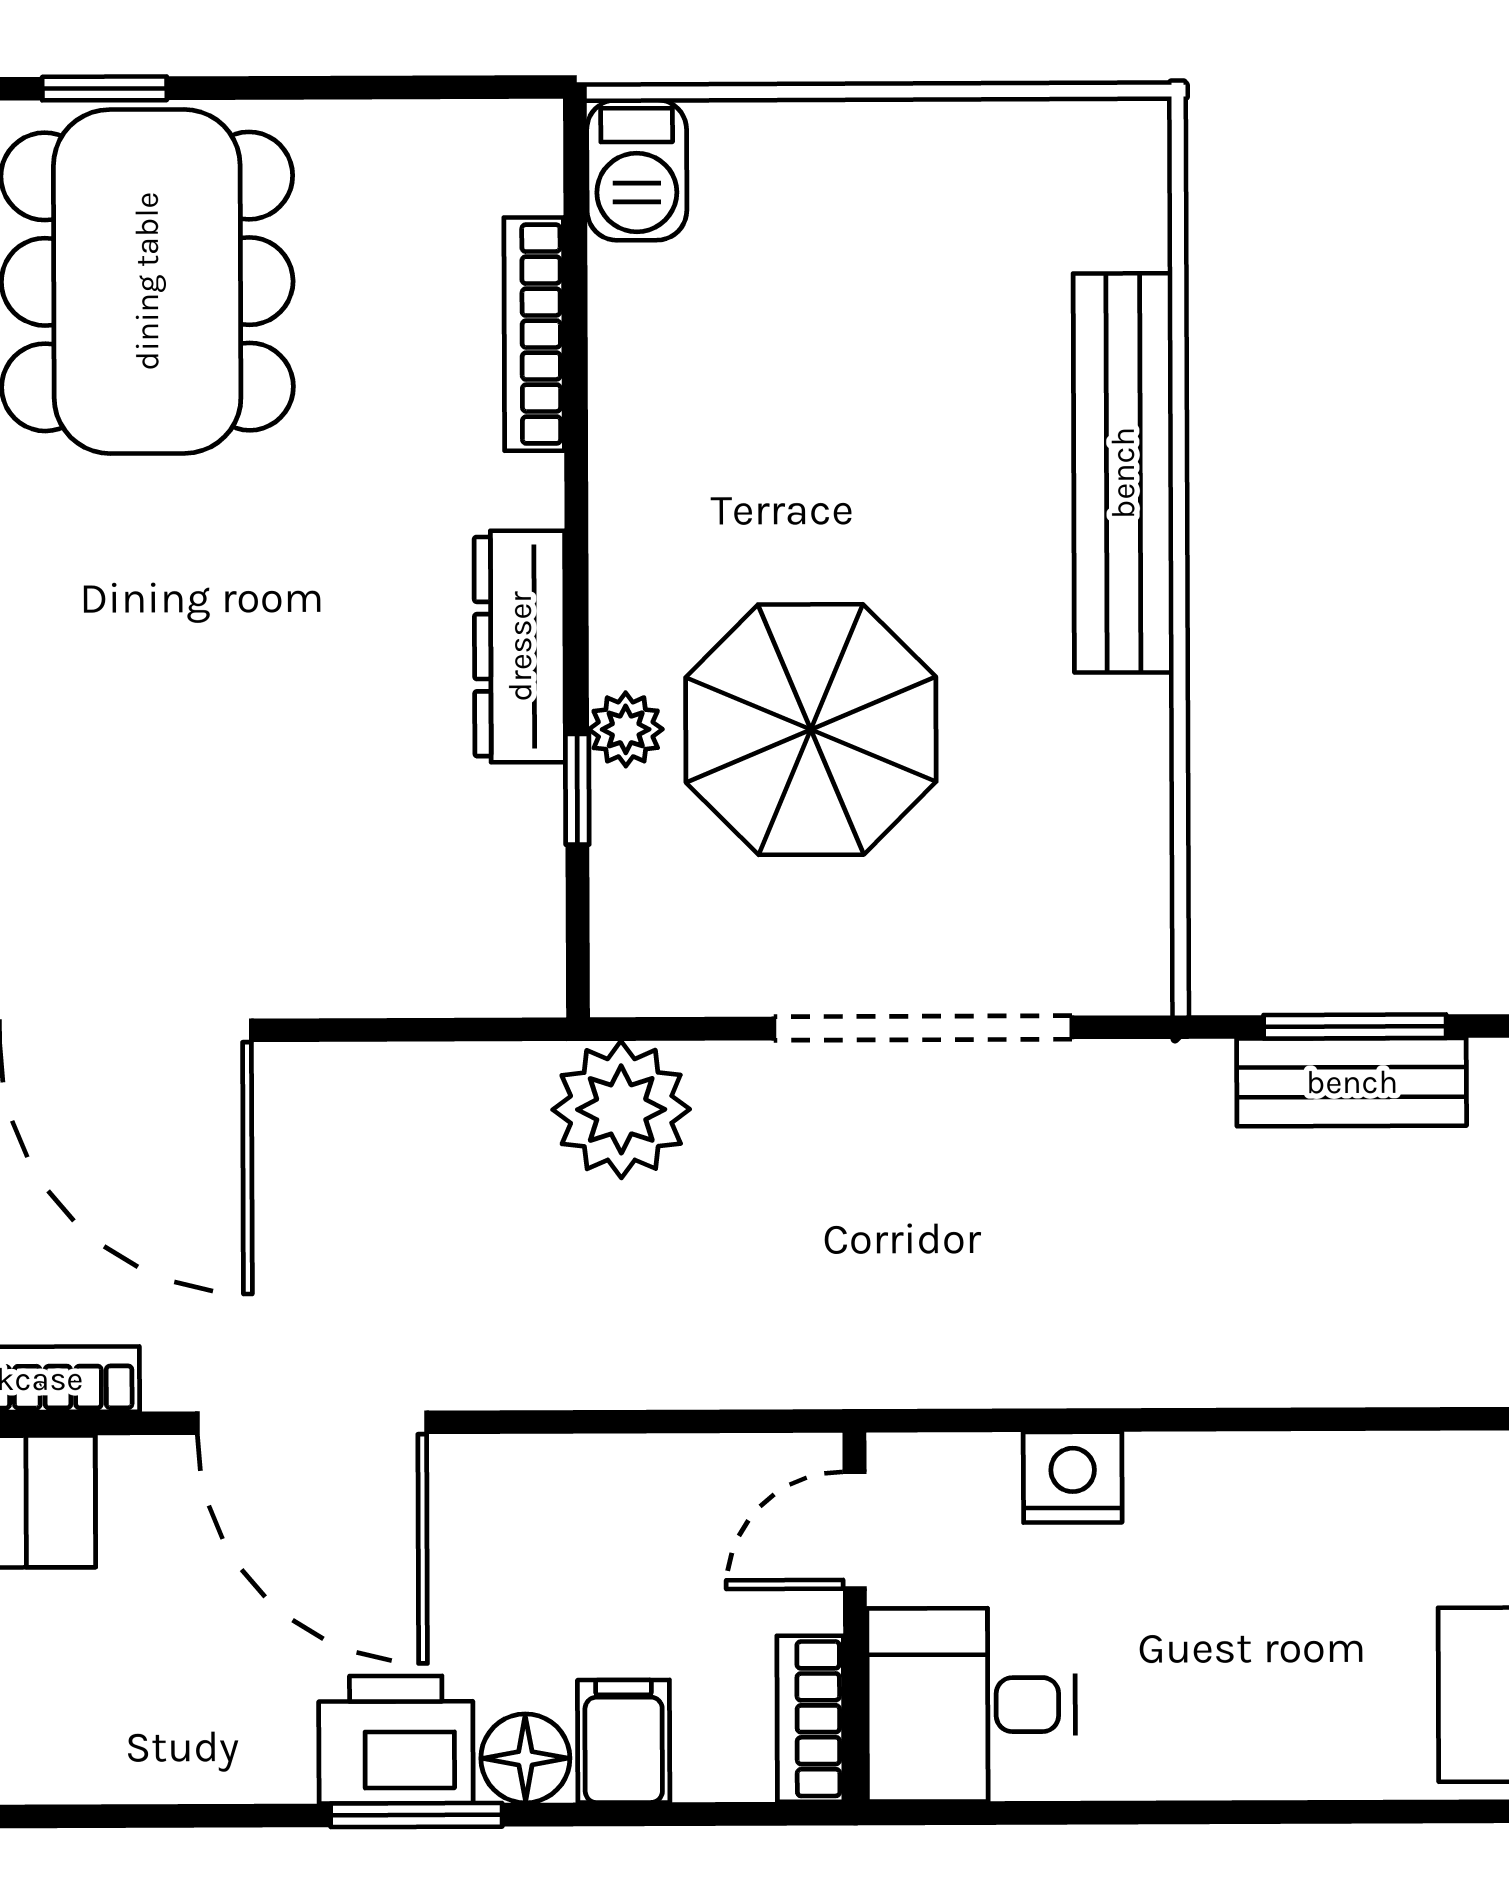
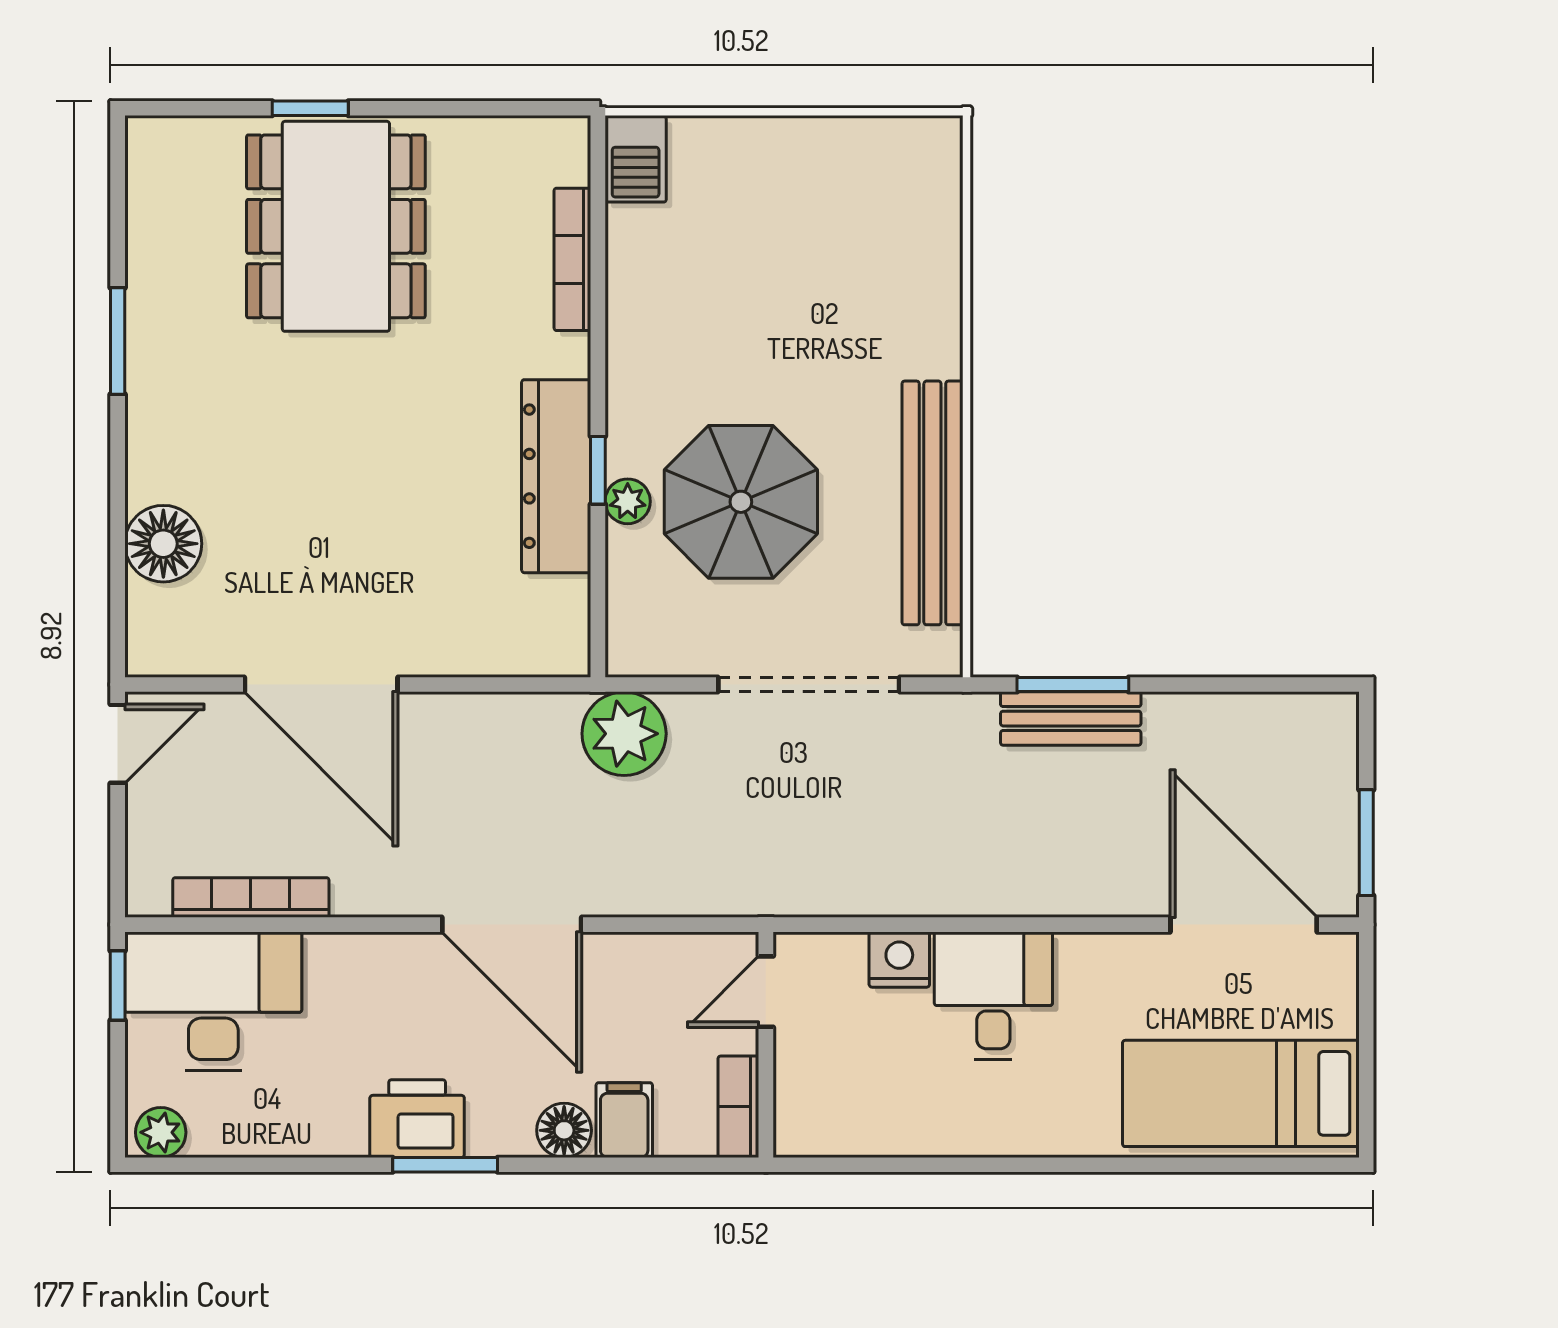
bench: (1123, 473) -> (932, 503), moved
dresser: (520, 646) -> (556, 476), width x1.37, depth x1.24
window: (577, 789) -> (598, 470), moved
door: (312, 1423) -> (512, 925), moved
desk: (971, 1705) -> (993, 995), moved, turned 90
printer: (396, 1740) -> (417, 1119), moved
window: (416, 1815) -> (445, 1165), moved

